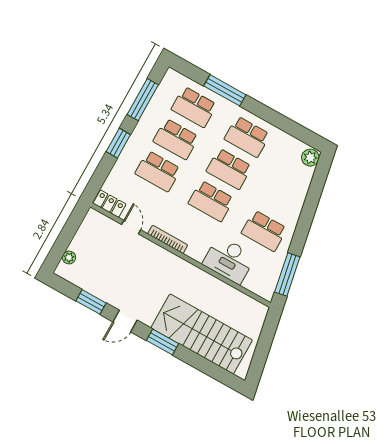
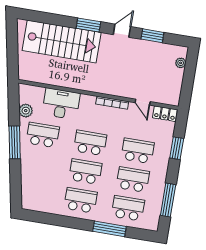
window: (118, 143) -> (177, 148), moved
plant: (310, 158) -> (26, 111), moved
window: (287, 274) -> (15, 142), moved

